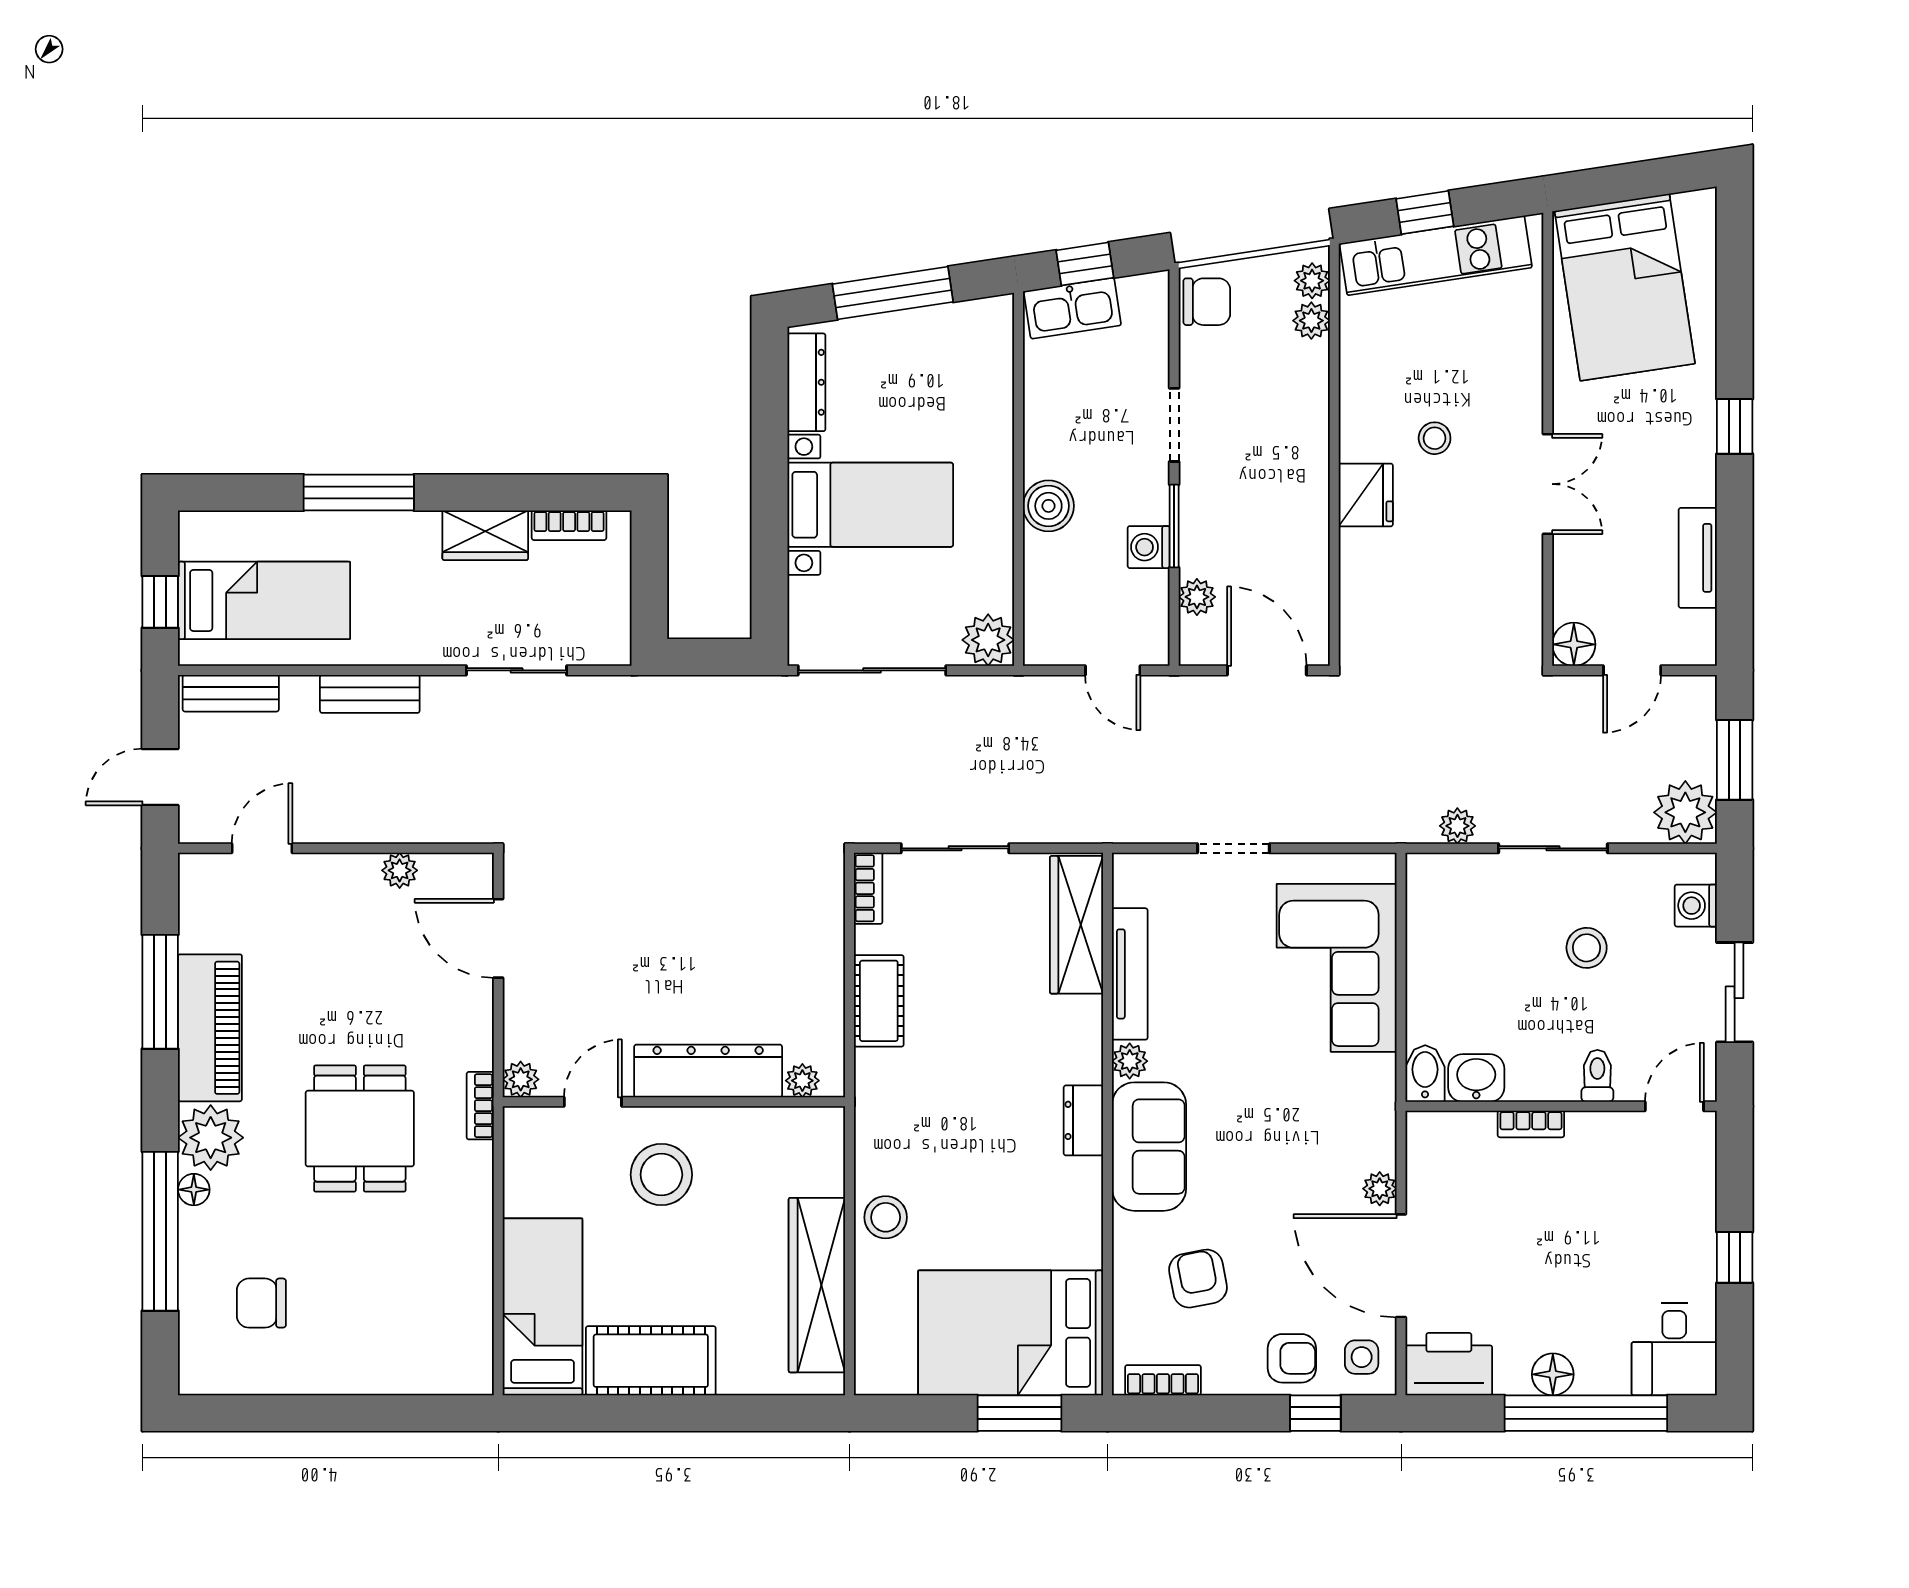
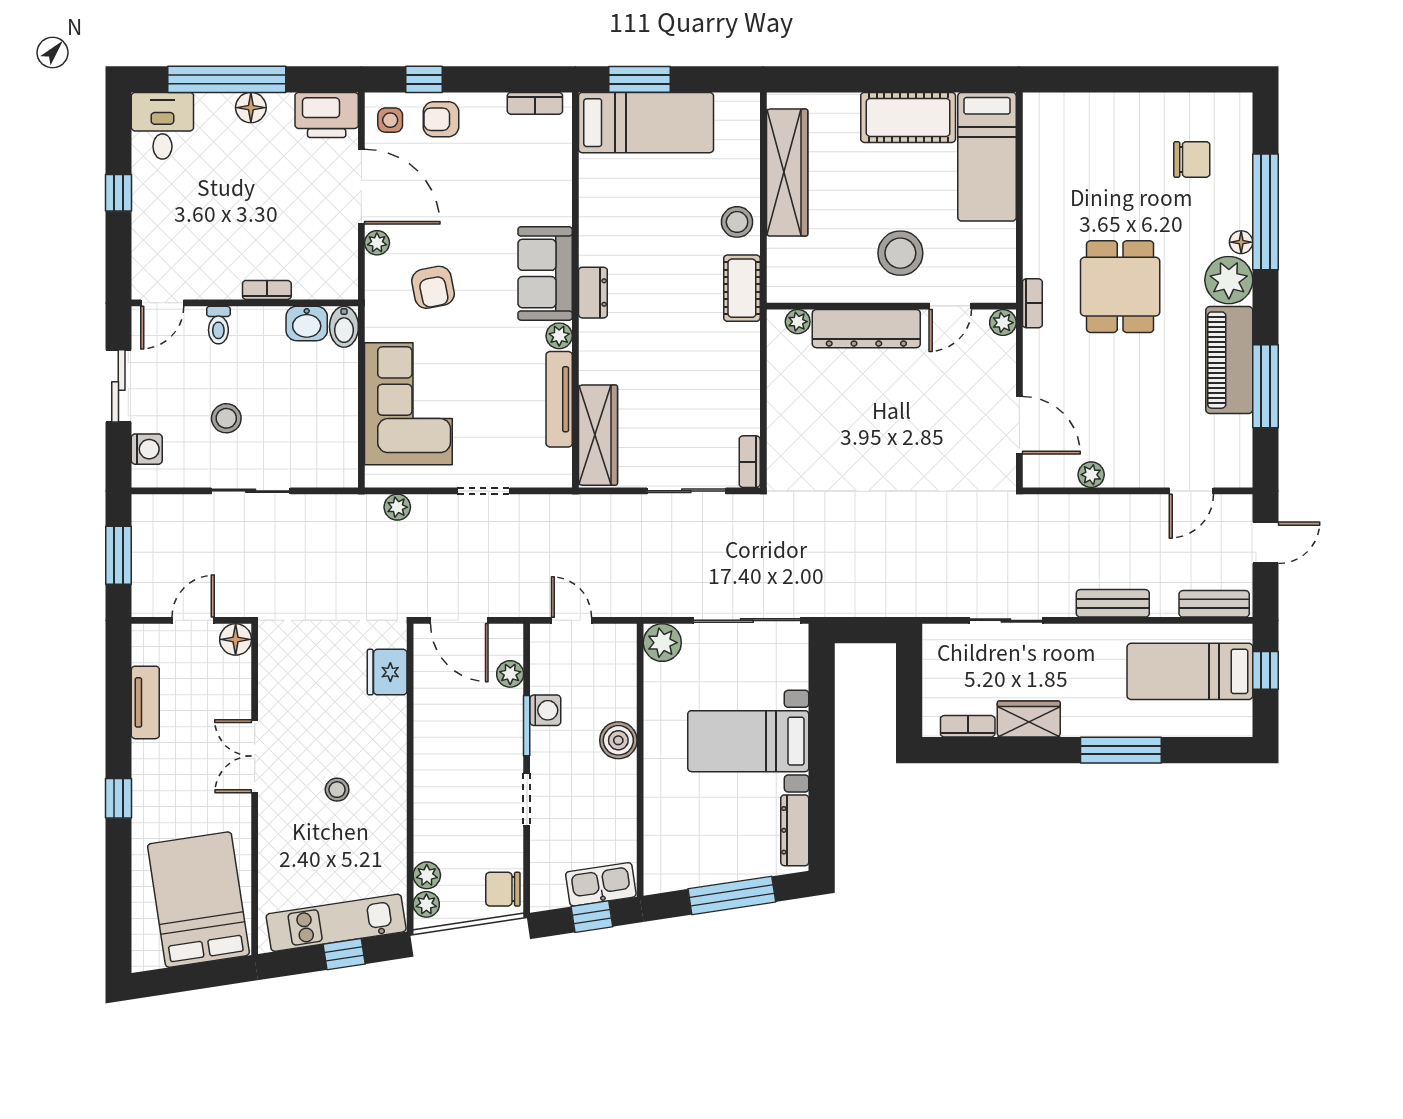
fridge: (1366, 495) -> (387, 672), moved
plant: (1685, 812) -> (154, 517), removed
plant: (1457, 826) -> (397, 507), moved
cot: (879, 1001) -> (742, 288), moved
armchair: (1198, 1279) -> (433, 287), moved
bed: (1011, 1333) -> (646, 123), width x0.67

